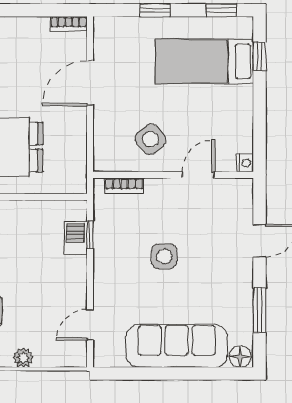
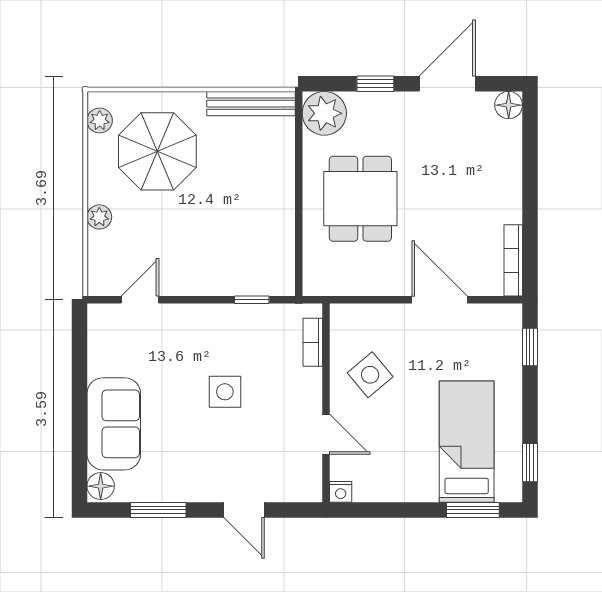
window: (155, 10) -> (530, 347), moved
bookcase: (69, 24) -> (513, 260), width x1.56
window: (259, 56) -> (473, 510), width x1.50
barbecue: (76, 238) -> (248, 282), removed
door: (90, 325) -> (140, 300), hinge flipped
sofa: (177, 346) -> (114, 424), width x0.73

